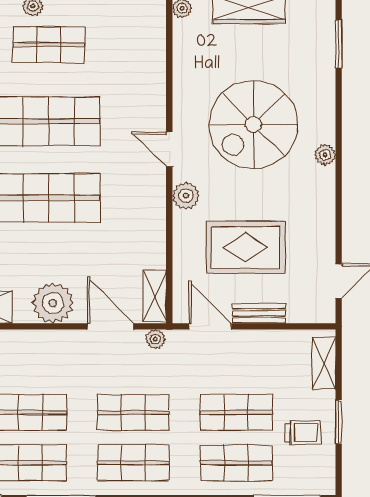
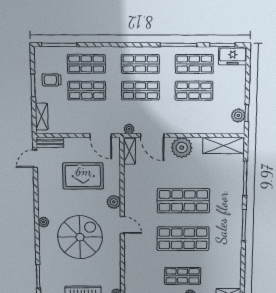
bench: (259, 313) -> (50, 142), moved

